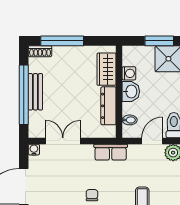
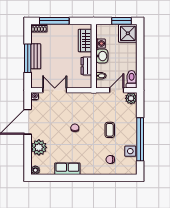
window: (24, 95) -> (28, 58), width x0.68
dresser: (108, 106) -> (86, 66), width x0.70
row of seats: (111, 152) -> (88, 98), removed

